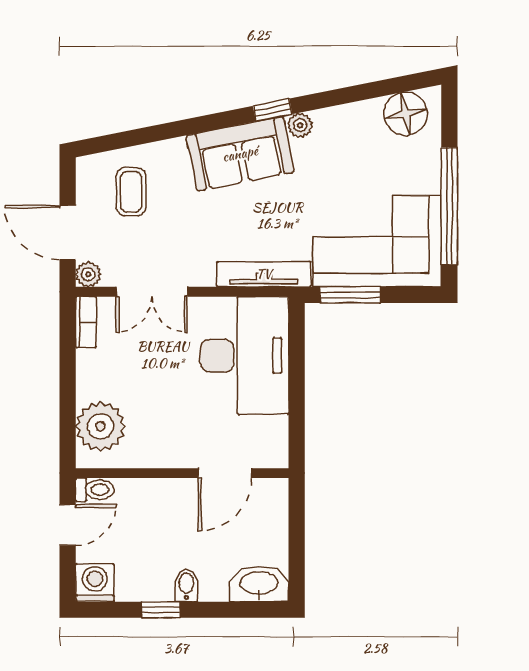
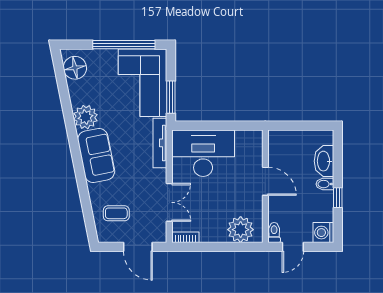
window: (273, 110) -> (73, 138), removed
plant: (300, 125) -> (85, 117), width x1.88, depth x1.88
door: (68, 233) -> (138, 247), hinge flipped
plant: (88, 274) -> (160, 236), removed
door: (225, 473) -> (265, 181), moved
door: (68, 525) -> (293, 247), swing flipped
washbasin: (259, 584) -> (324, 161), moved

